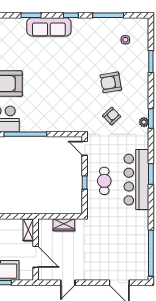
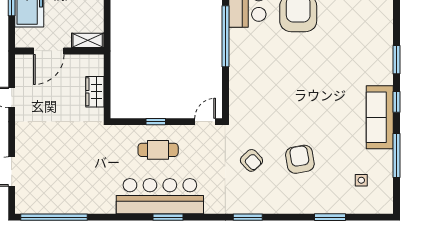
window: (31, 15) -> (397, 60), moved
sofa: (49, 27) -> (380, 117), moved
plant: (144, 122) -> (243, 207), removed

